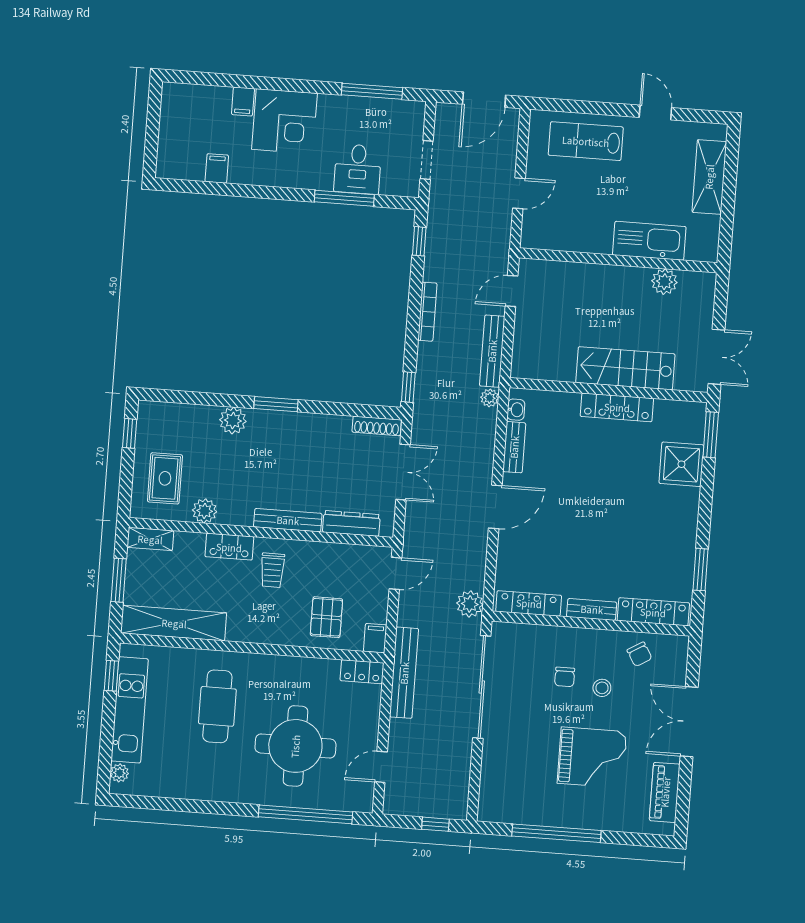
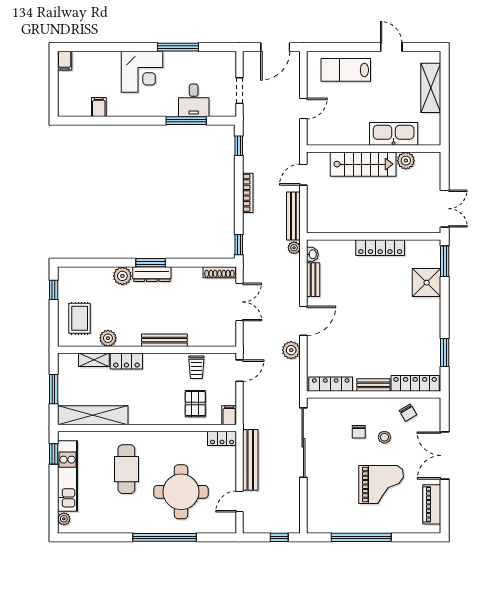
window: (372, 91) -> (178, 47), moved
filing cabinet: (243, 101) -> (65, 61), moved
stairs: (625, 368) -> (363, 164), moved, turned 180
dresser: (351, 523) -> (152, 274), moved, turned 180
shelving: (150, 539) -> (94, 360), moved
trolley: (272, 570) -> (196, 367), moved
plant: (470, 604) -> (291, 350), moved
bench: (404, 673) -> (250, 460), moved
window: (305, 814) -> (165, 537), moved

